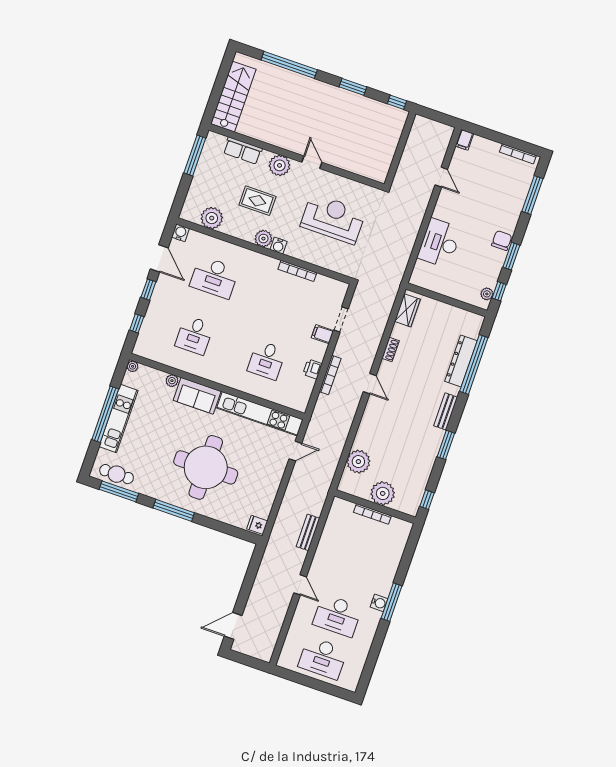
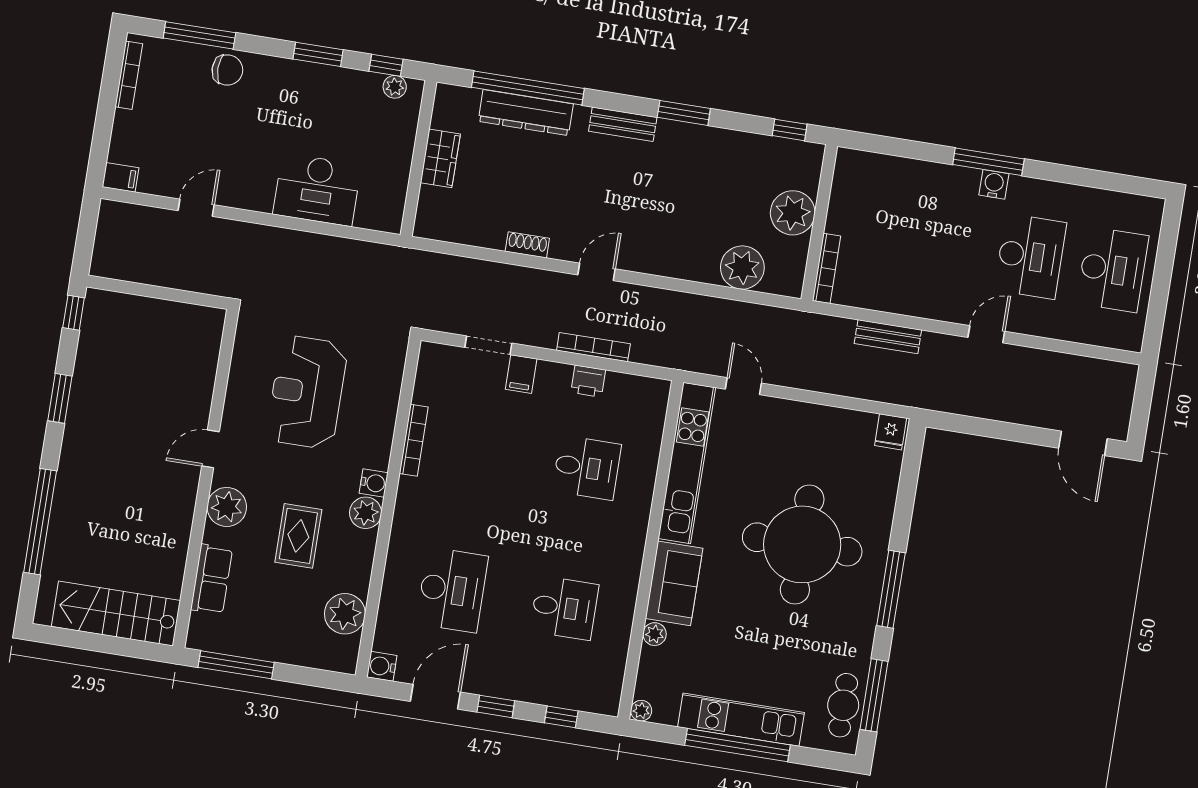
chair: (502, 240) -> (227, 70), moved, turned 180
wardrobe: (407, 310) -> (440, 158), moved, turned 90
bookcase: (372, 514) -> (827, 268), moved

